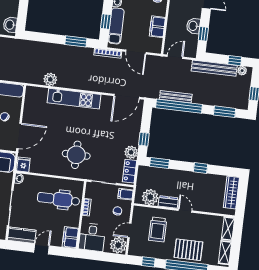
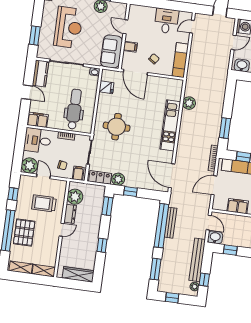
washbasin: (193, 26) -> (215, 237), moved
fridge: (23, 165) -> (106, 87), moved

